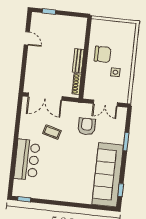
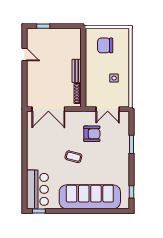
chair: (103, 54) -> (105, 45), moved, turned 180
armchair: (87, 126) -> (92, 134), turned 90
coffee table: (52, 132) -> (73, 157), moved
bar counter: (27, 160) -> (37, 189), moved
sofa: (108, 175) -> (90, 197), moved, turned 90

